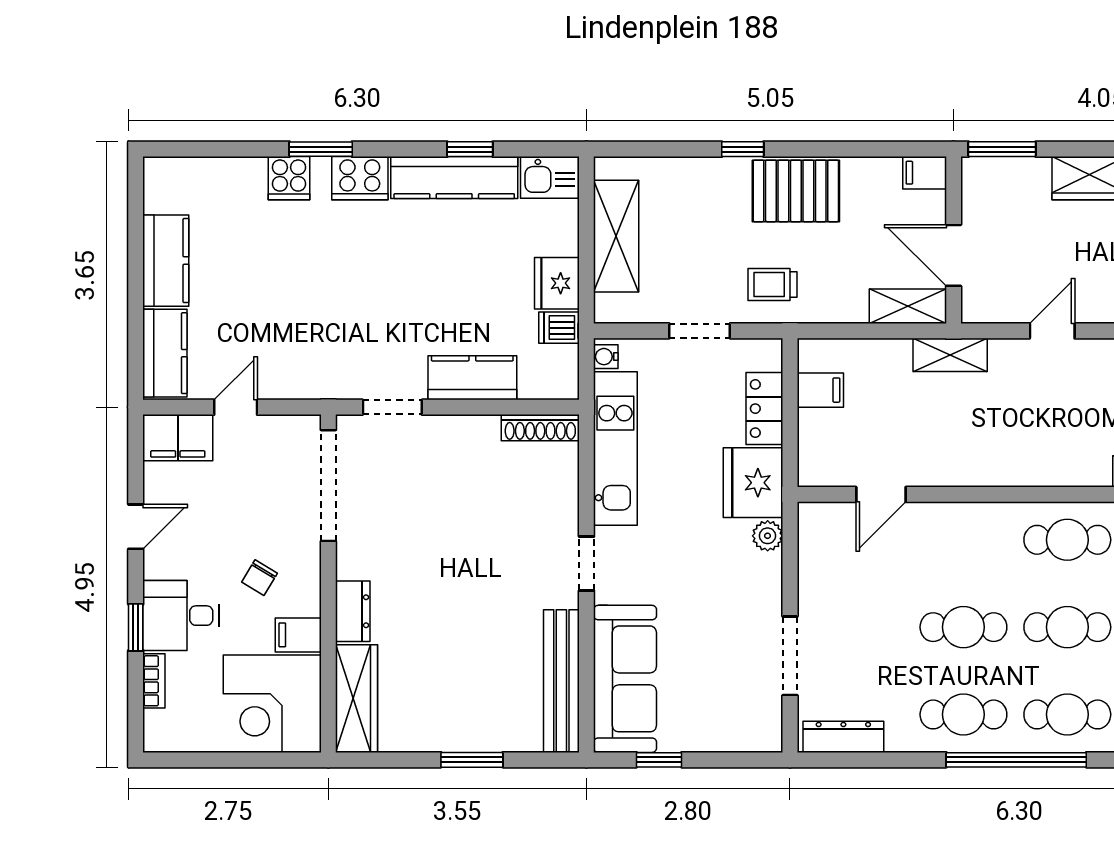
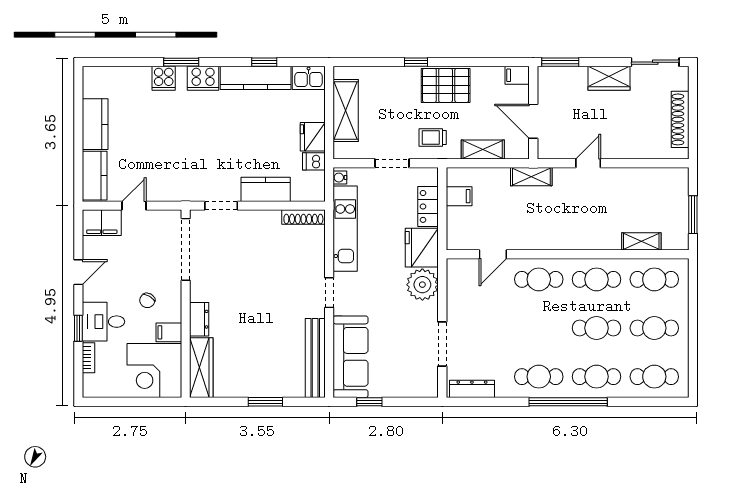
shelving: (908, 306) -> (483, 150), moved
plant: (768, 536) -> (422, 285), width x1.88, depth x1.88
cafe table: (963, 627) -> (539, 279), moved

